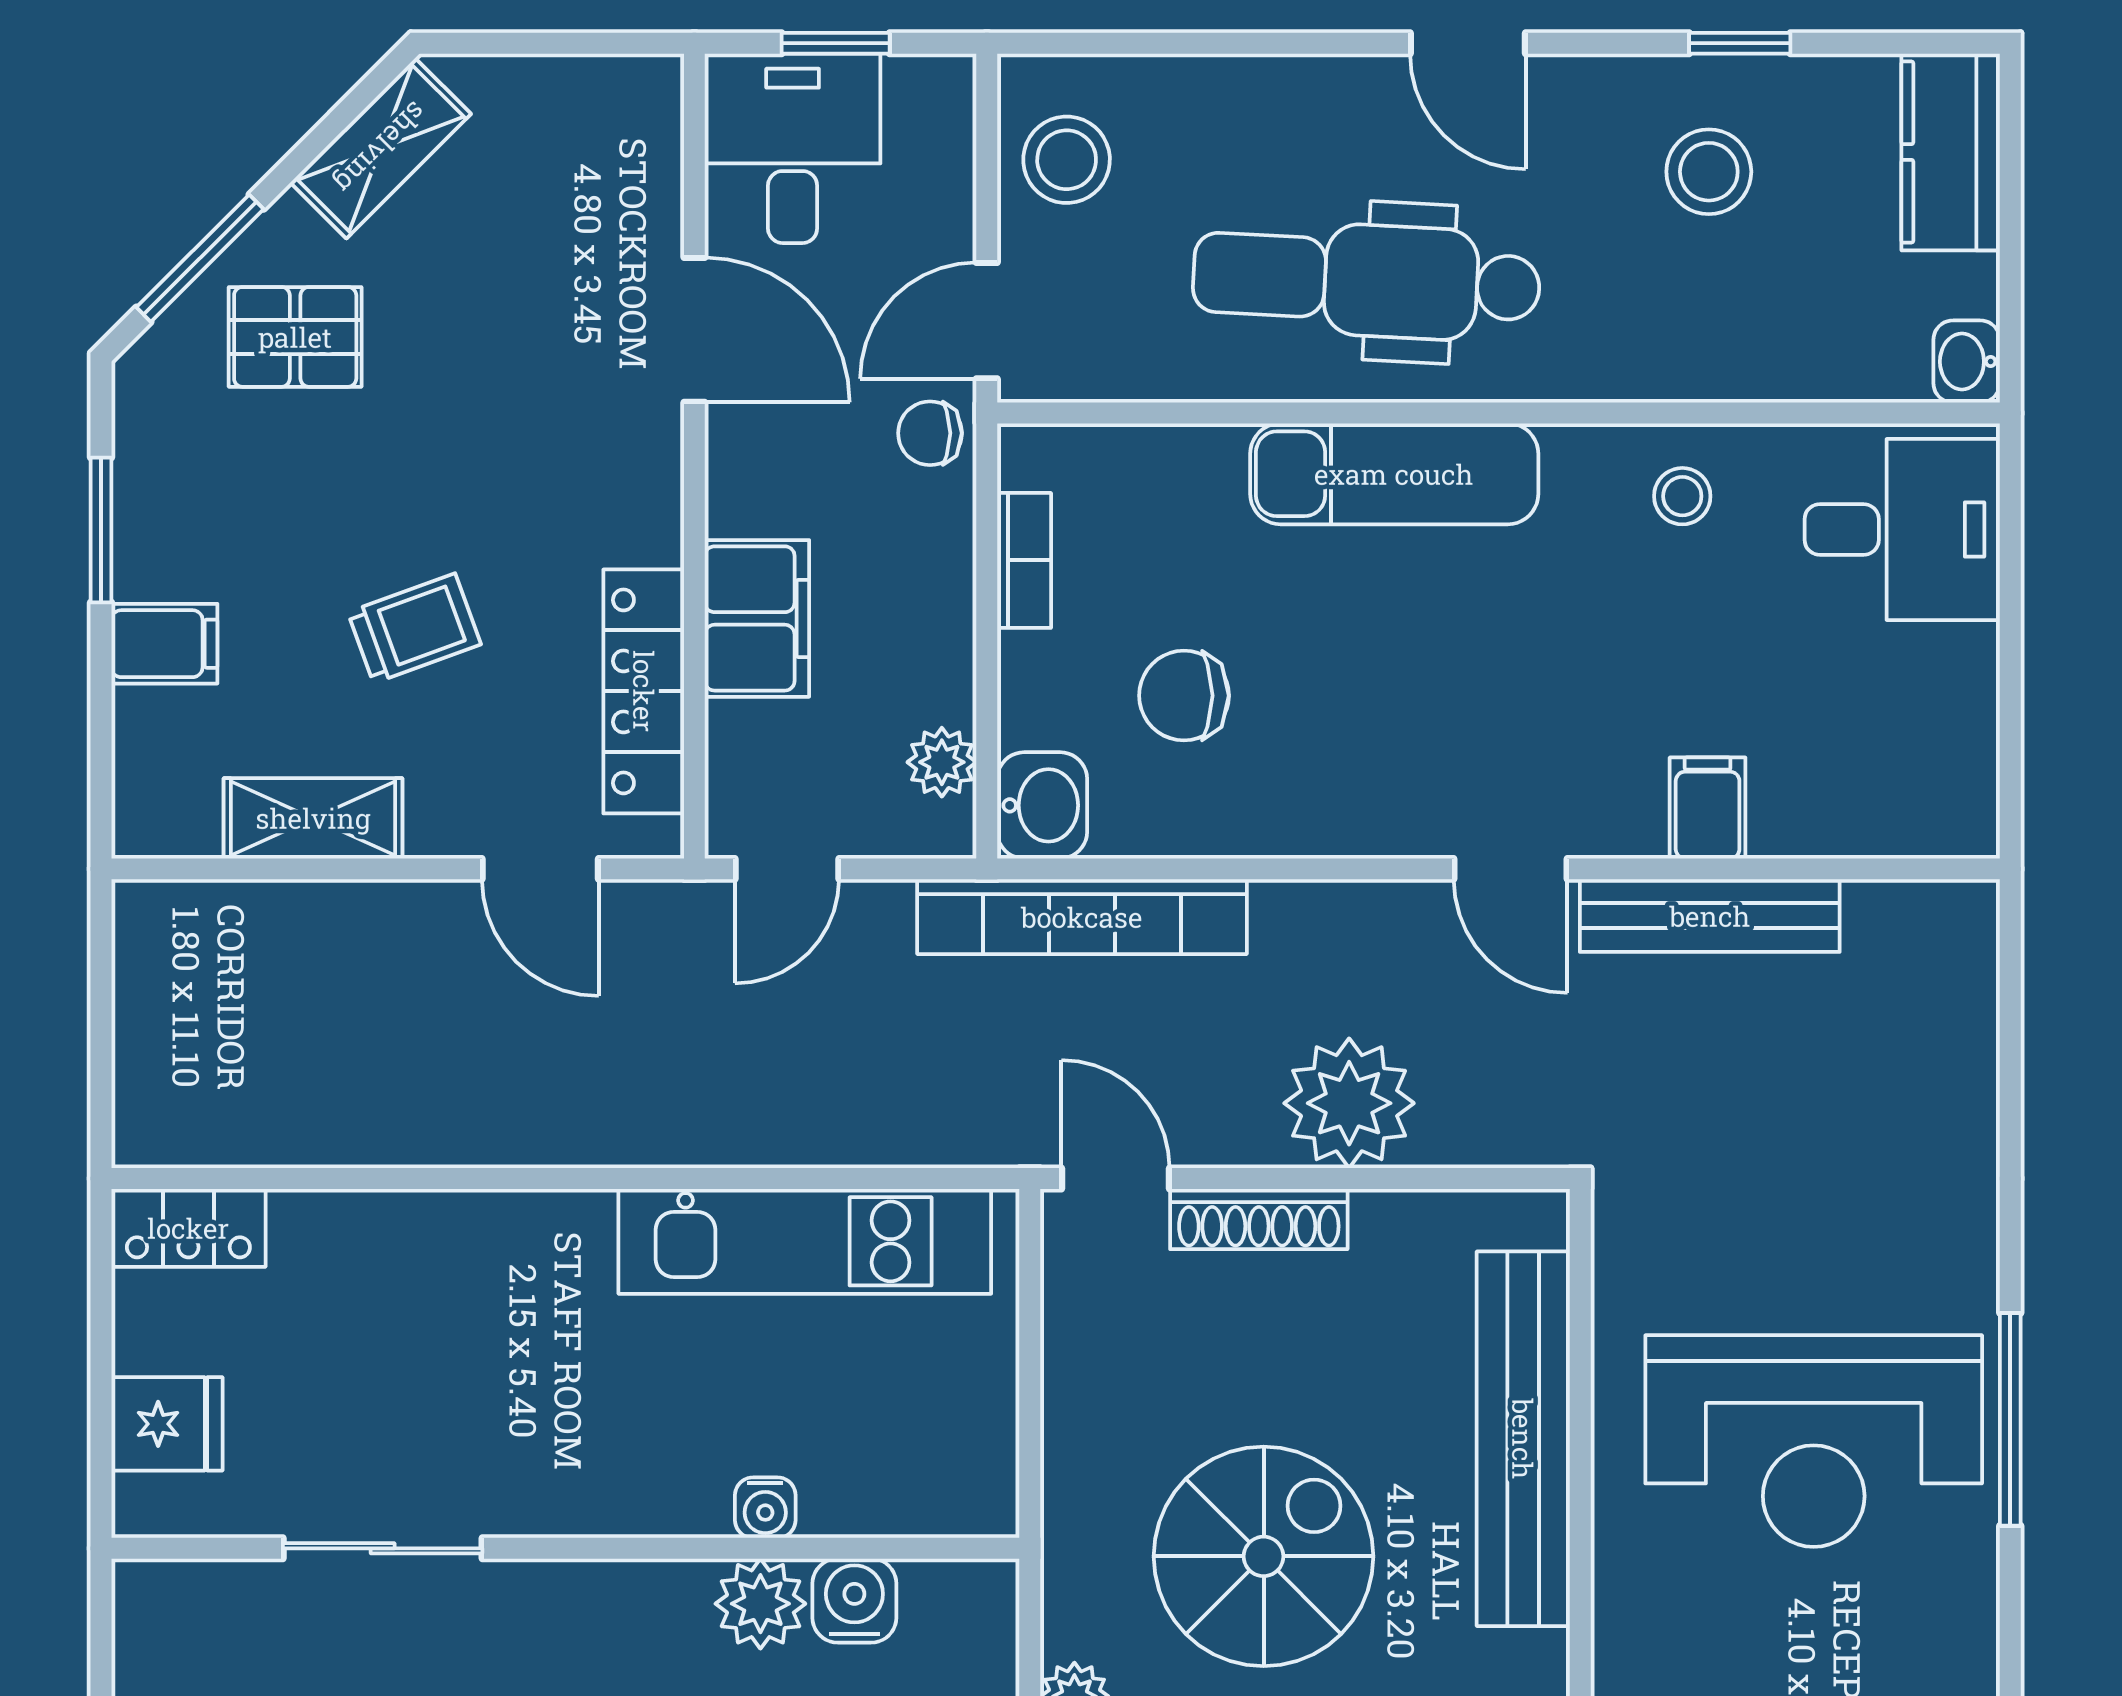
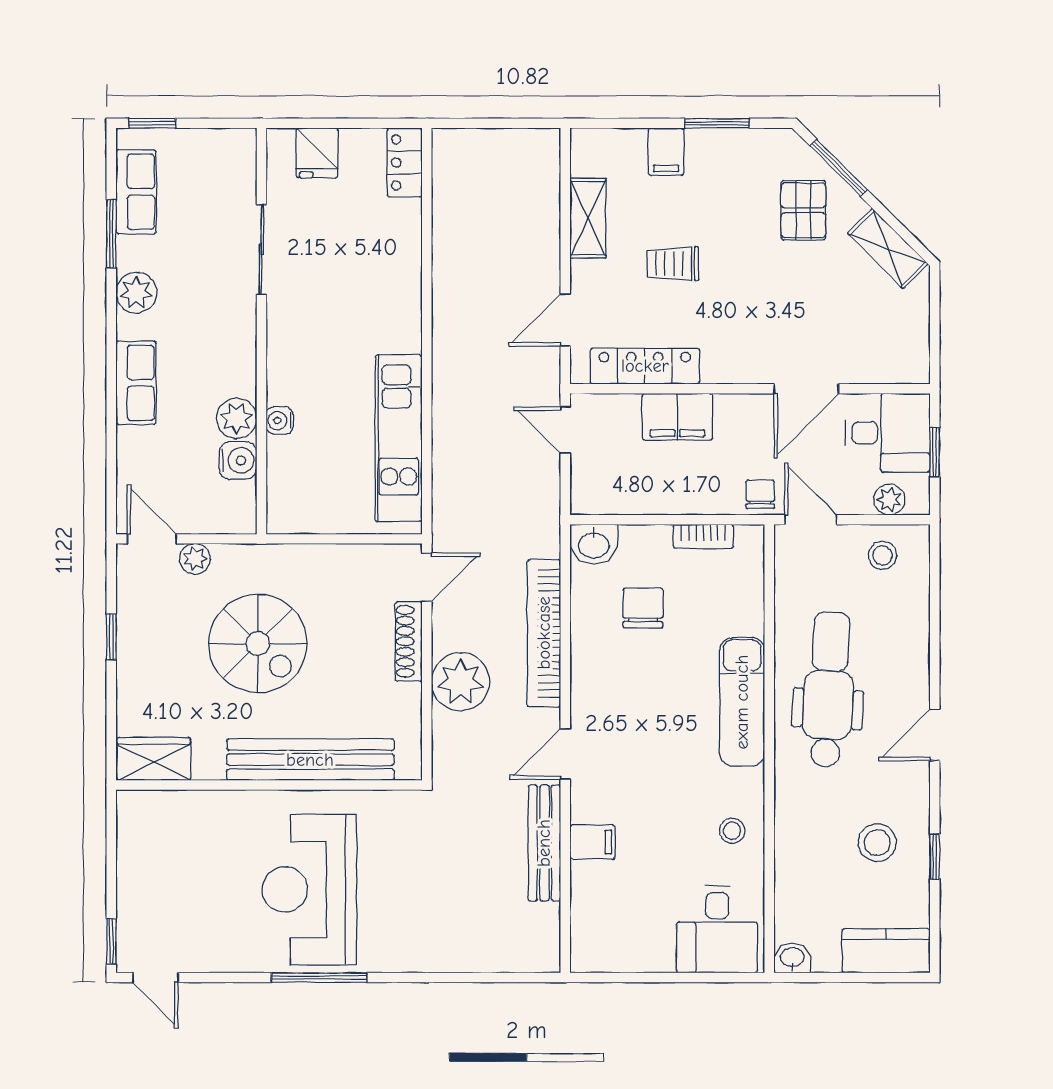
stool: (1067, 160) -> (883, 555), width x0.73, depth x0.73
trolley: (414, 628) -> (673, 264), turned 110
plant: (942, 762) -> (889, 500), moved
bookcase: (1082, 917) -> (544, 633), moved

